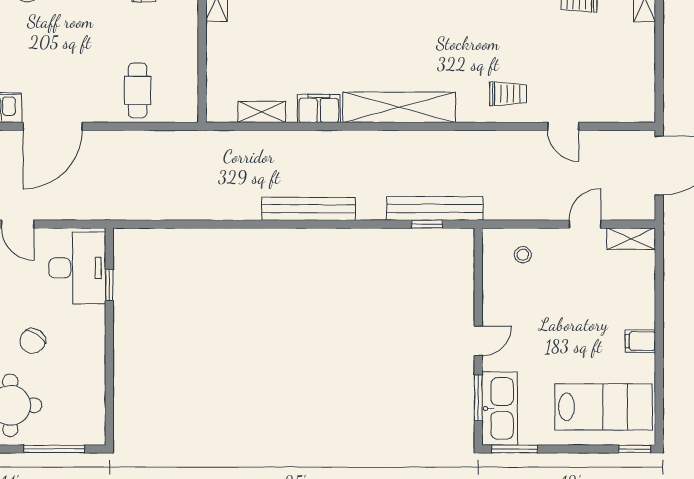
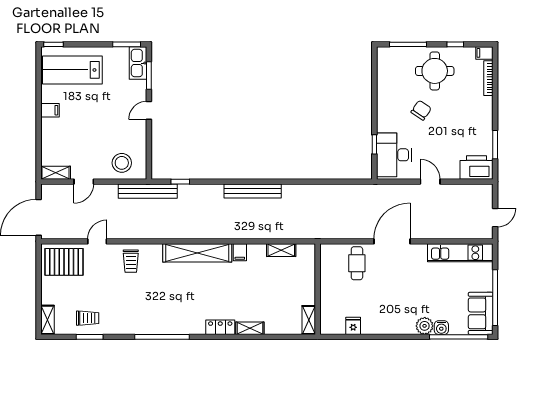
pallet: (617, 93) -> (64, 262), added
trolley: (508, 94) -> (131, 261), turned -90
filing cabinet: (319, 108) -> (240, 252), width x0.50
door: (53, 126) -> (392, 241), moved
door: (563, 126) -> (97, 241), hinge flipped
bench: (435, 208) -> (148, 191), moved
stool: (523, 255) -> (122, 163), width x1.89, depth x1.89
kitchen sink: (500, 408) -> (138, 63), width x0.73, depth x0.81

